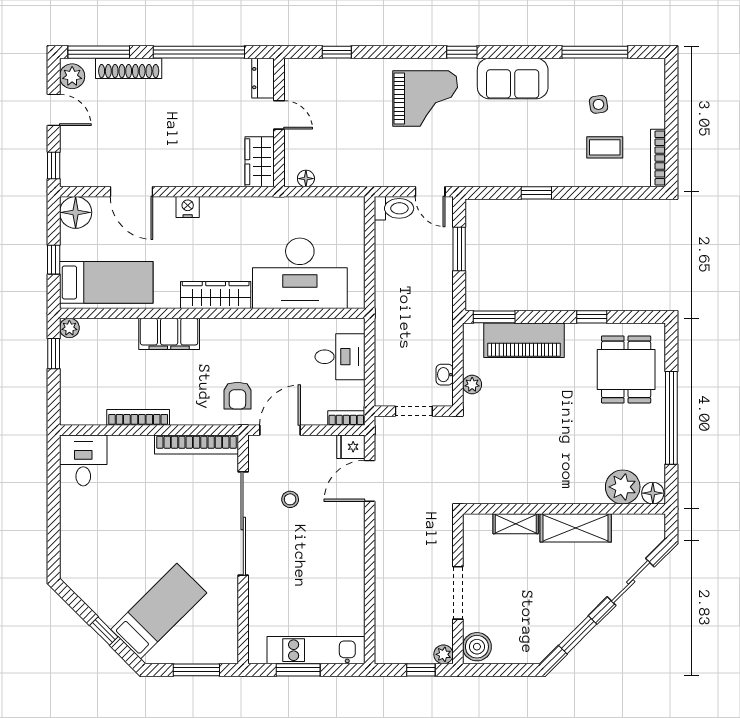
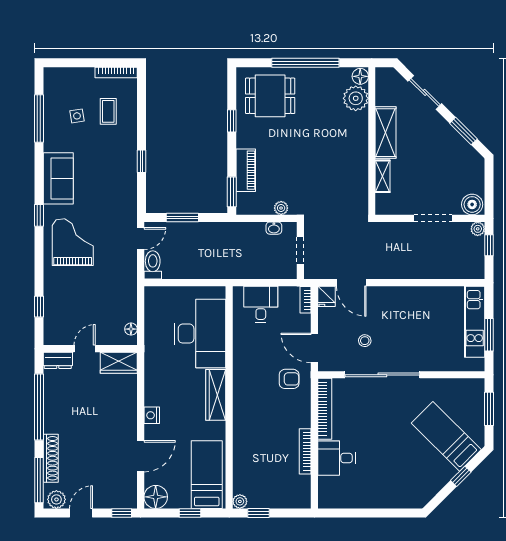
filing cabinet: (169, 334) -> (244, 429), removed
piano: (524, 340) -> (246, 170), width x0.73, depth x0.75
desk: (83, 461) -> (336, 458), moved

